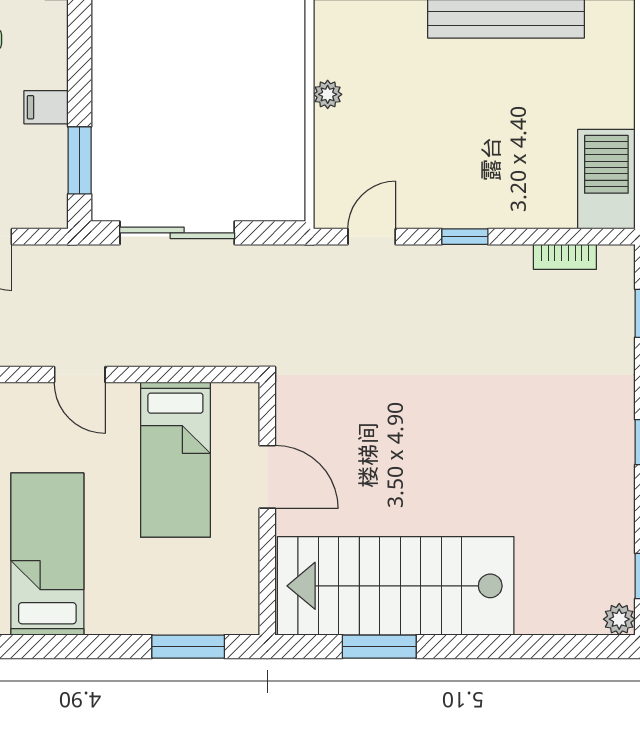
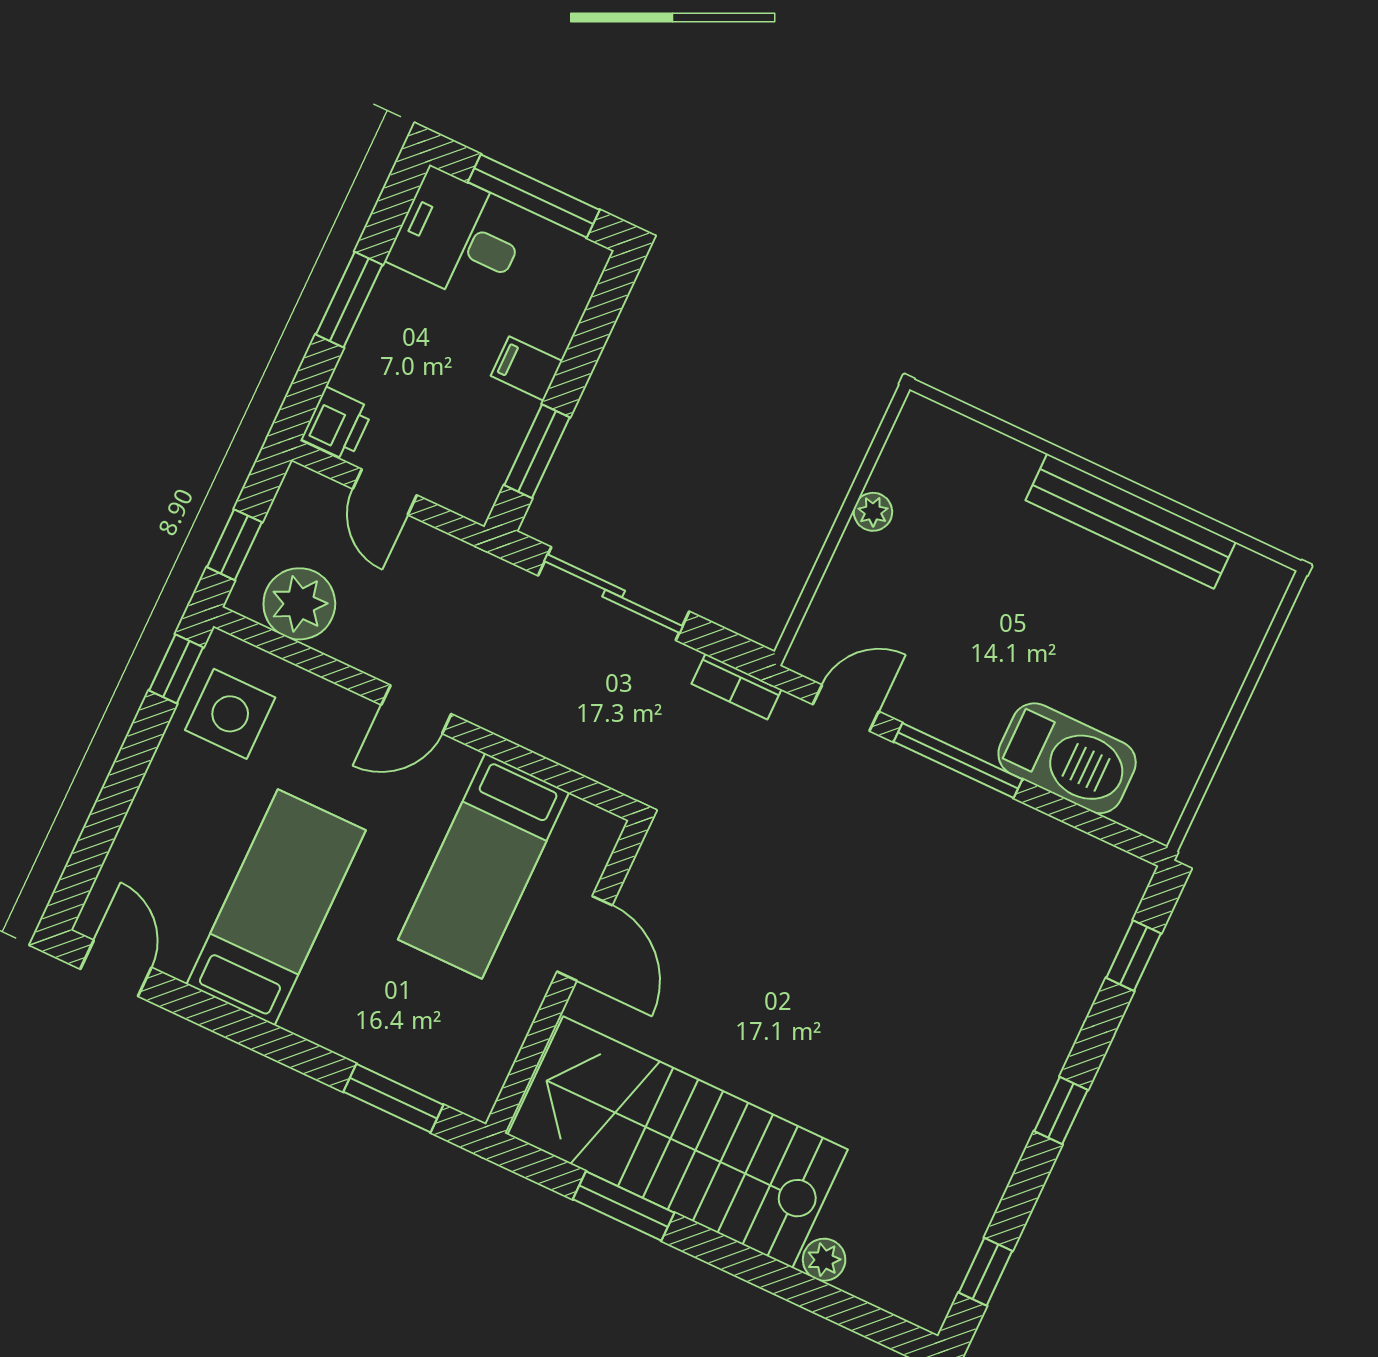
barbecue: (606, 179) -> (1067, 758), moved, turned 90
window: (465, 237) -> (958, 761), width x2.17
bookcase: (565, 257) -> (737, 687), moved
door: (80, 375) -> (416, 709), hinge flipped
plant: (619, 619) -> (824, 1260), moved

